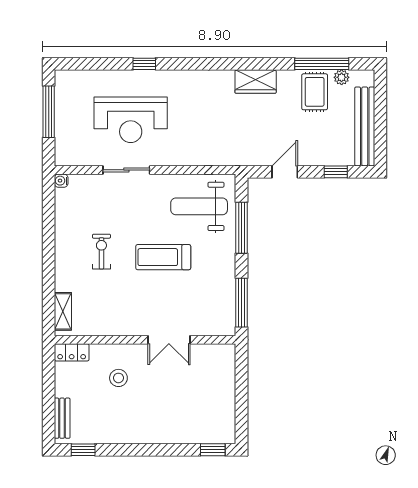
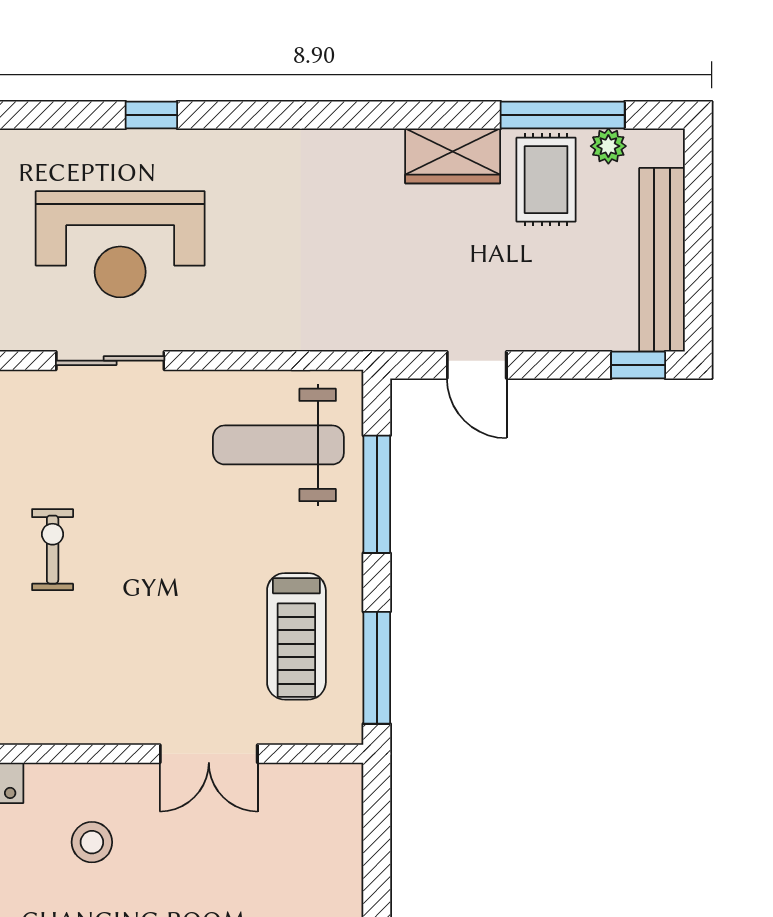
wardrobe: (256, 82) -> (453, 156), moved
door: (285, 172) -> (477, 365), swing flipped
window: (336, 172) -> (638, 365), moved
treadmill: (163, 257) -> (296, 636), moved, turned -90

